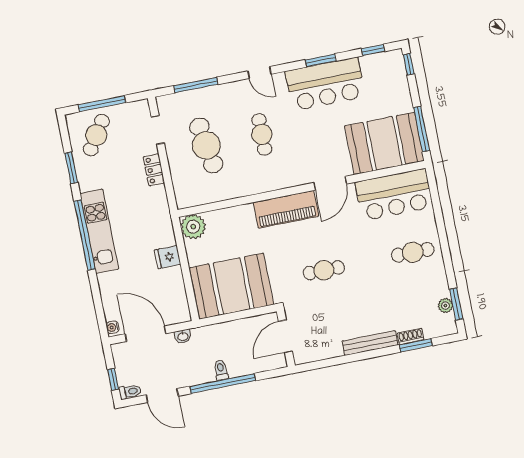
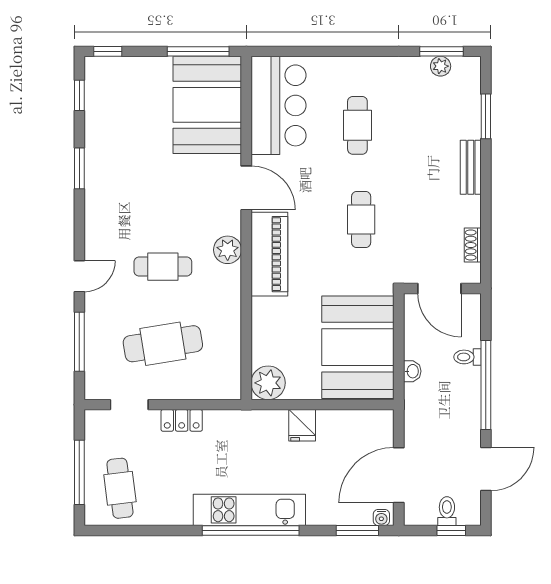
door: (259, 73) -> (79, 276), moved
bar counter: (325, 84) -> (112, 168), removed
cafe table: (96, 135) -> (120, 488), turned 50
window: (71, 168) -> (357, 530), moved
plant: (283, 179) -> (228, 250), added
cafe table: (413, 252) -> (357, 125), moved
washbasin: (183, 336) -> (412, 371), moved
shoe rack: (411, 337) -> (473, 245), moved
bench: (370, 343) -> (471, 167), width x0.73
toilet: (221, 370) -> (467, 357), moved
toilet: (130, 392) -> (447, 511), moved

